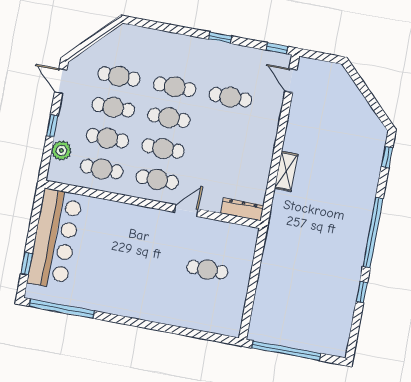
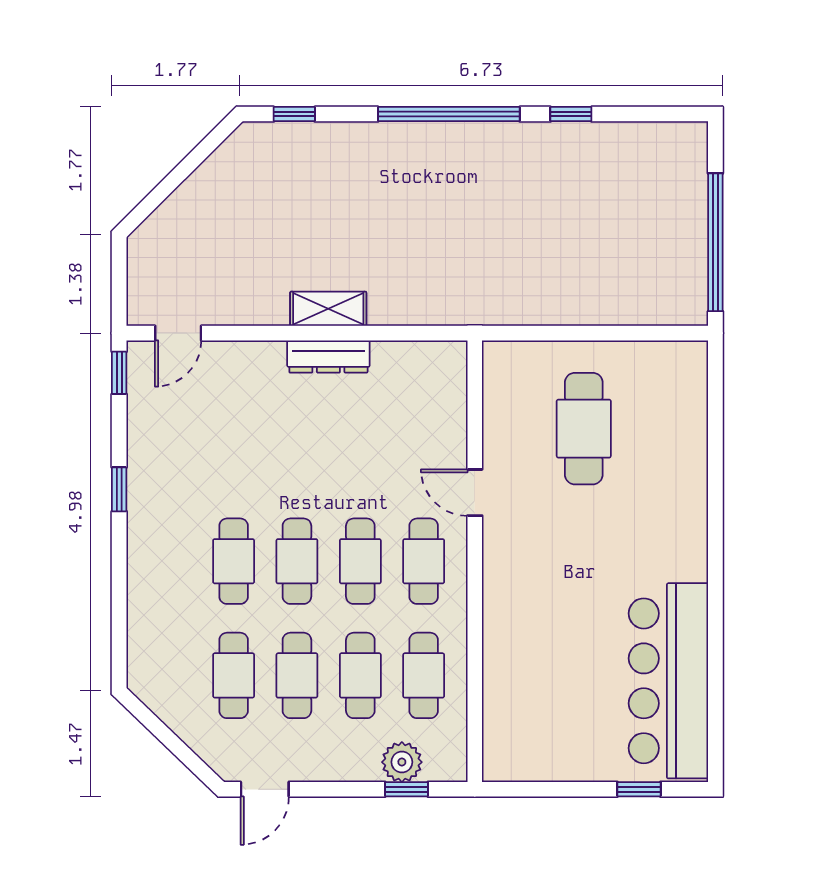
cafe table: (230, 97) -> (234, 447), removed
window: (52, 126) -> (406, 789), moved
shelving: (286, 171) -> (328, 309), moved
dresser: (242, 209) -> (328, 357), moved, turned -90
bar counter: (55, 239) -> (668, 681), moved, turned -90
cafe table: (207, 270) -> (584, 429), width x1.37, depth x1.35
window: (62, 309) -> (715, 703), removed

